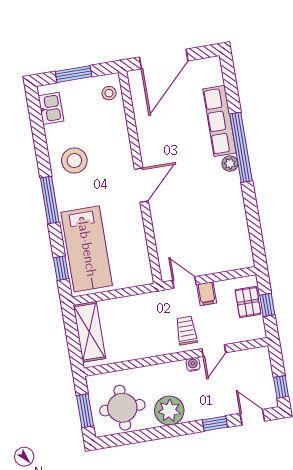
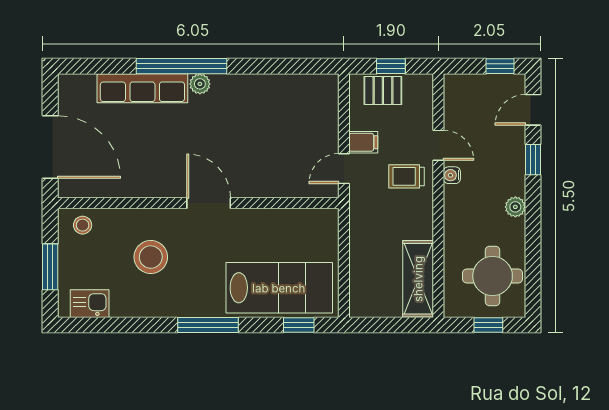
stool: (74, 161) -> (151, 257), moved
shelving: (89, 332) -> (418, 279), moved, turned 90
window: (85, 411) -> (488, 325), width x0.67
plant: (169, 411) -> (515, 207), width x0.53, depth x0.53

